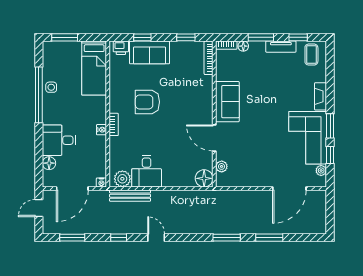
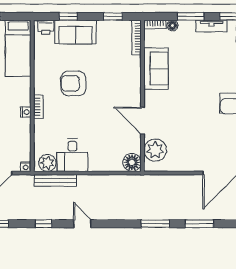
sofa: (227, 102) -> (156, 69), moved
plant: (222, 166) -> (155, 150), width x1.87, depth x1.87

